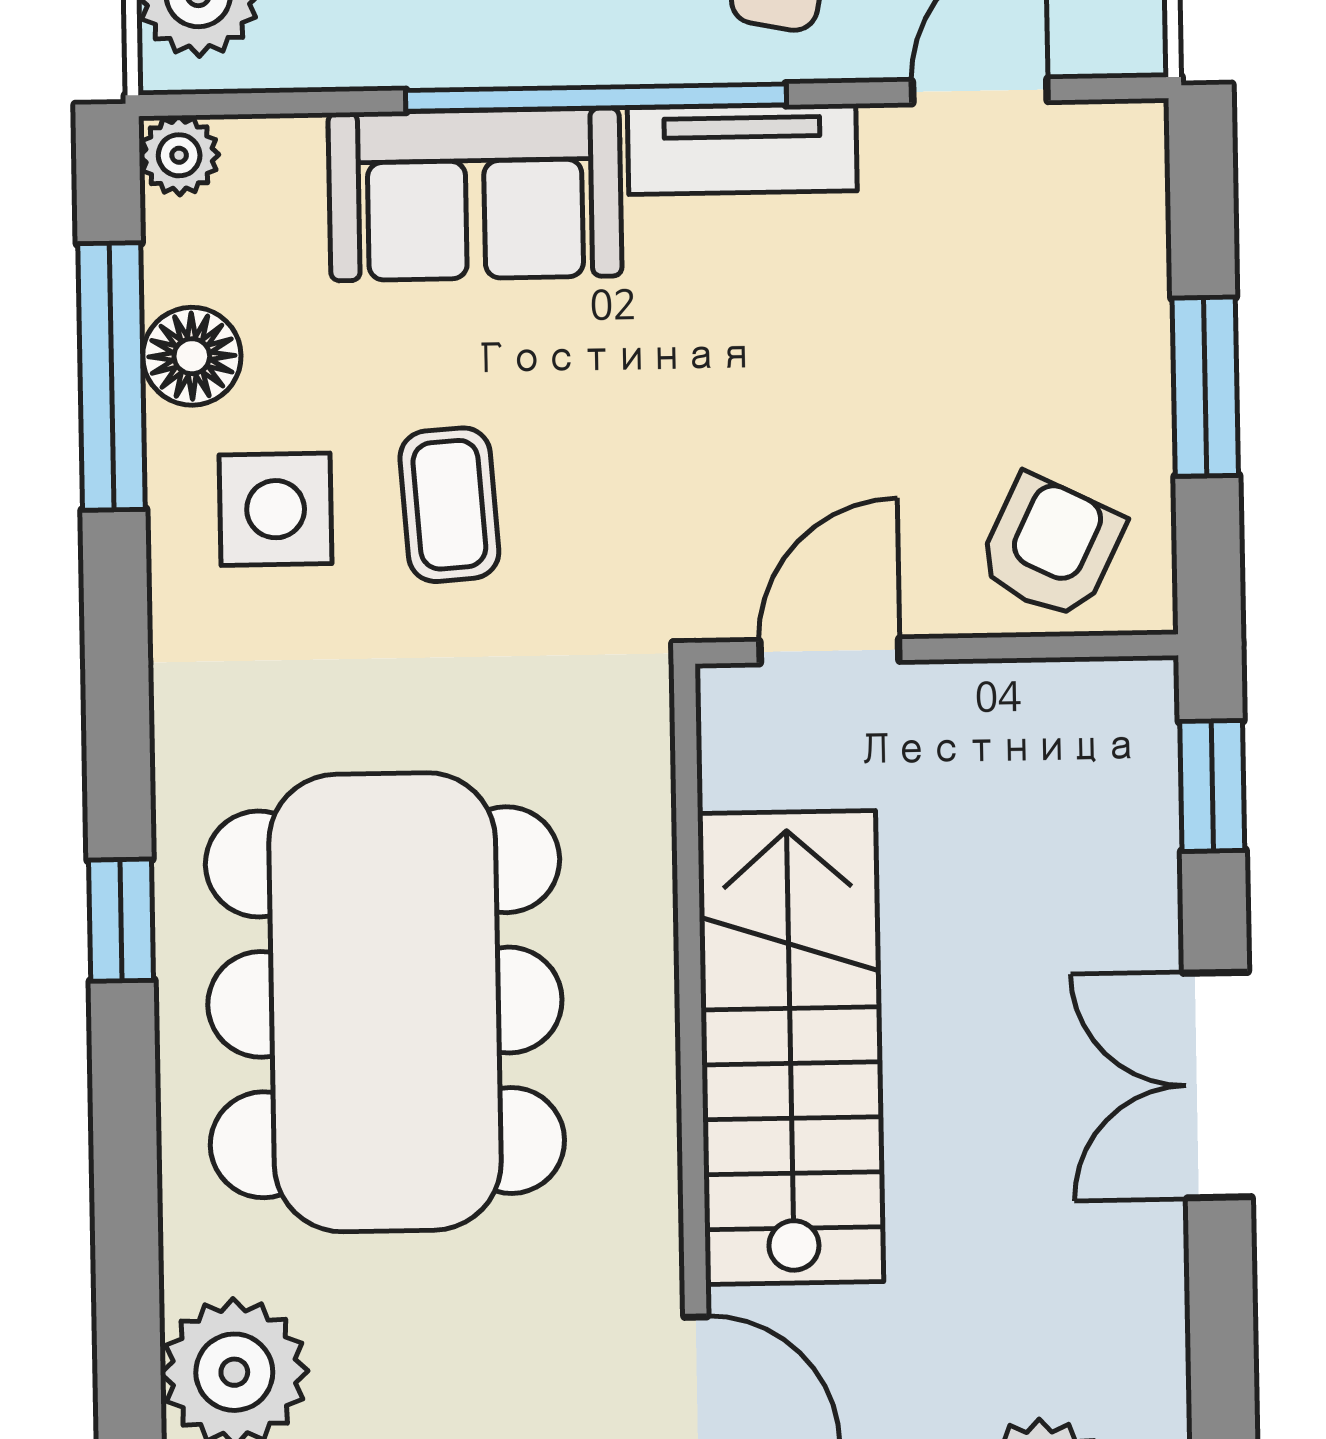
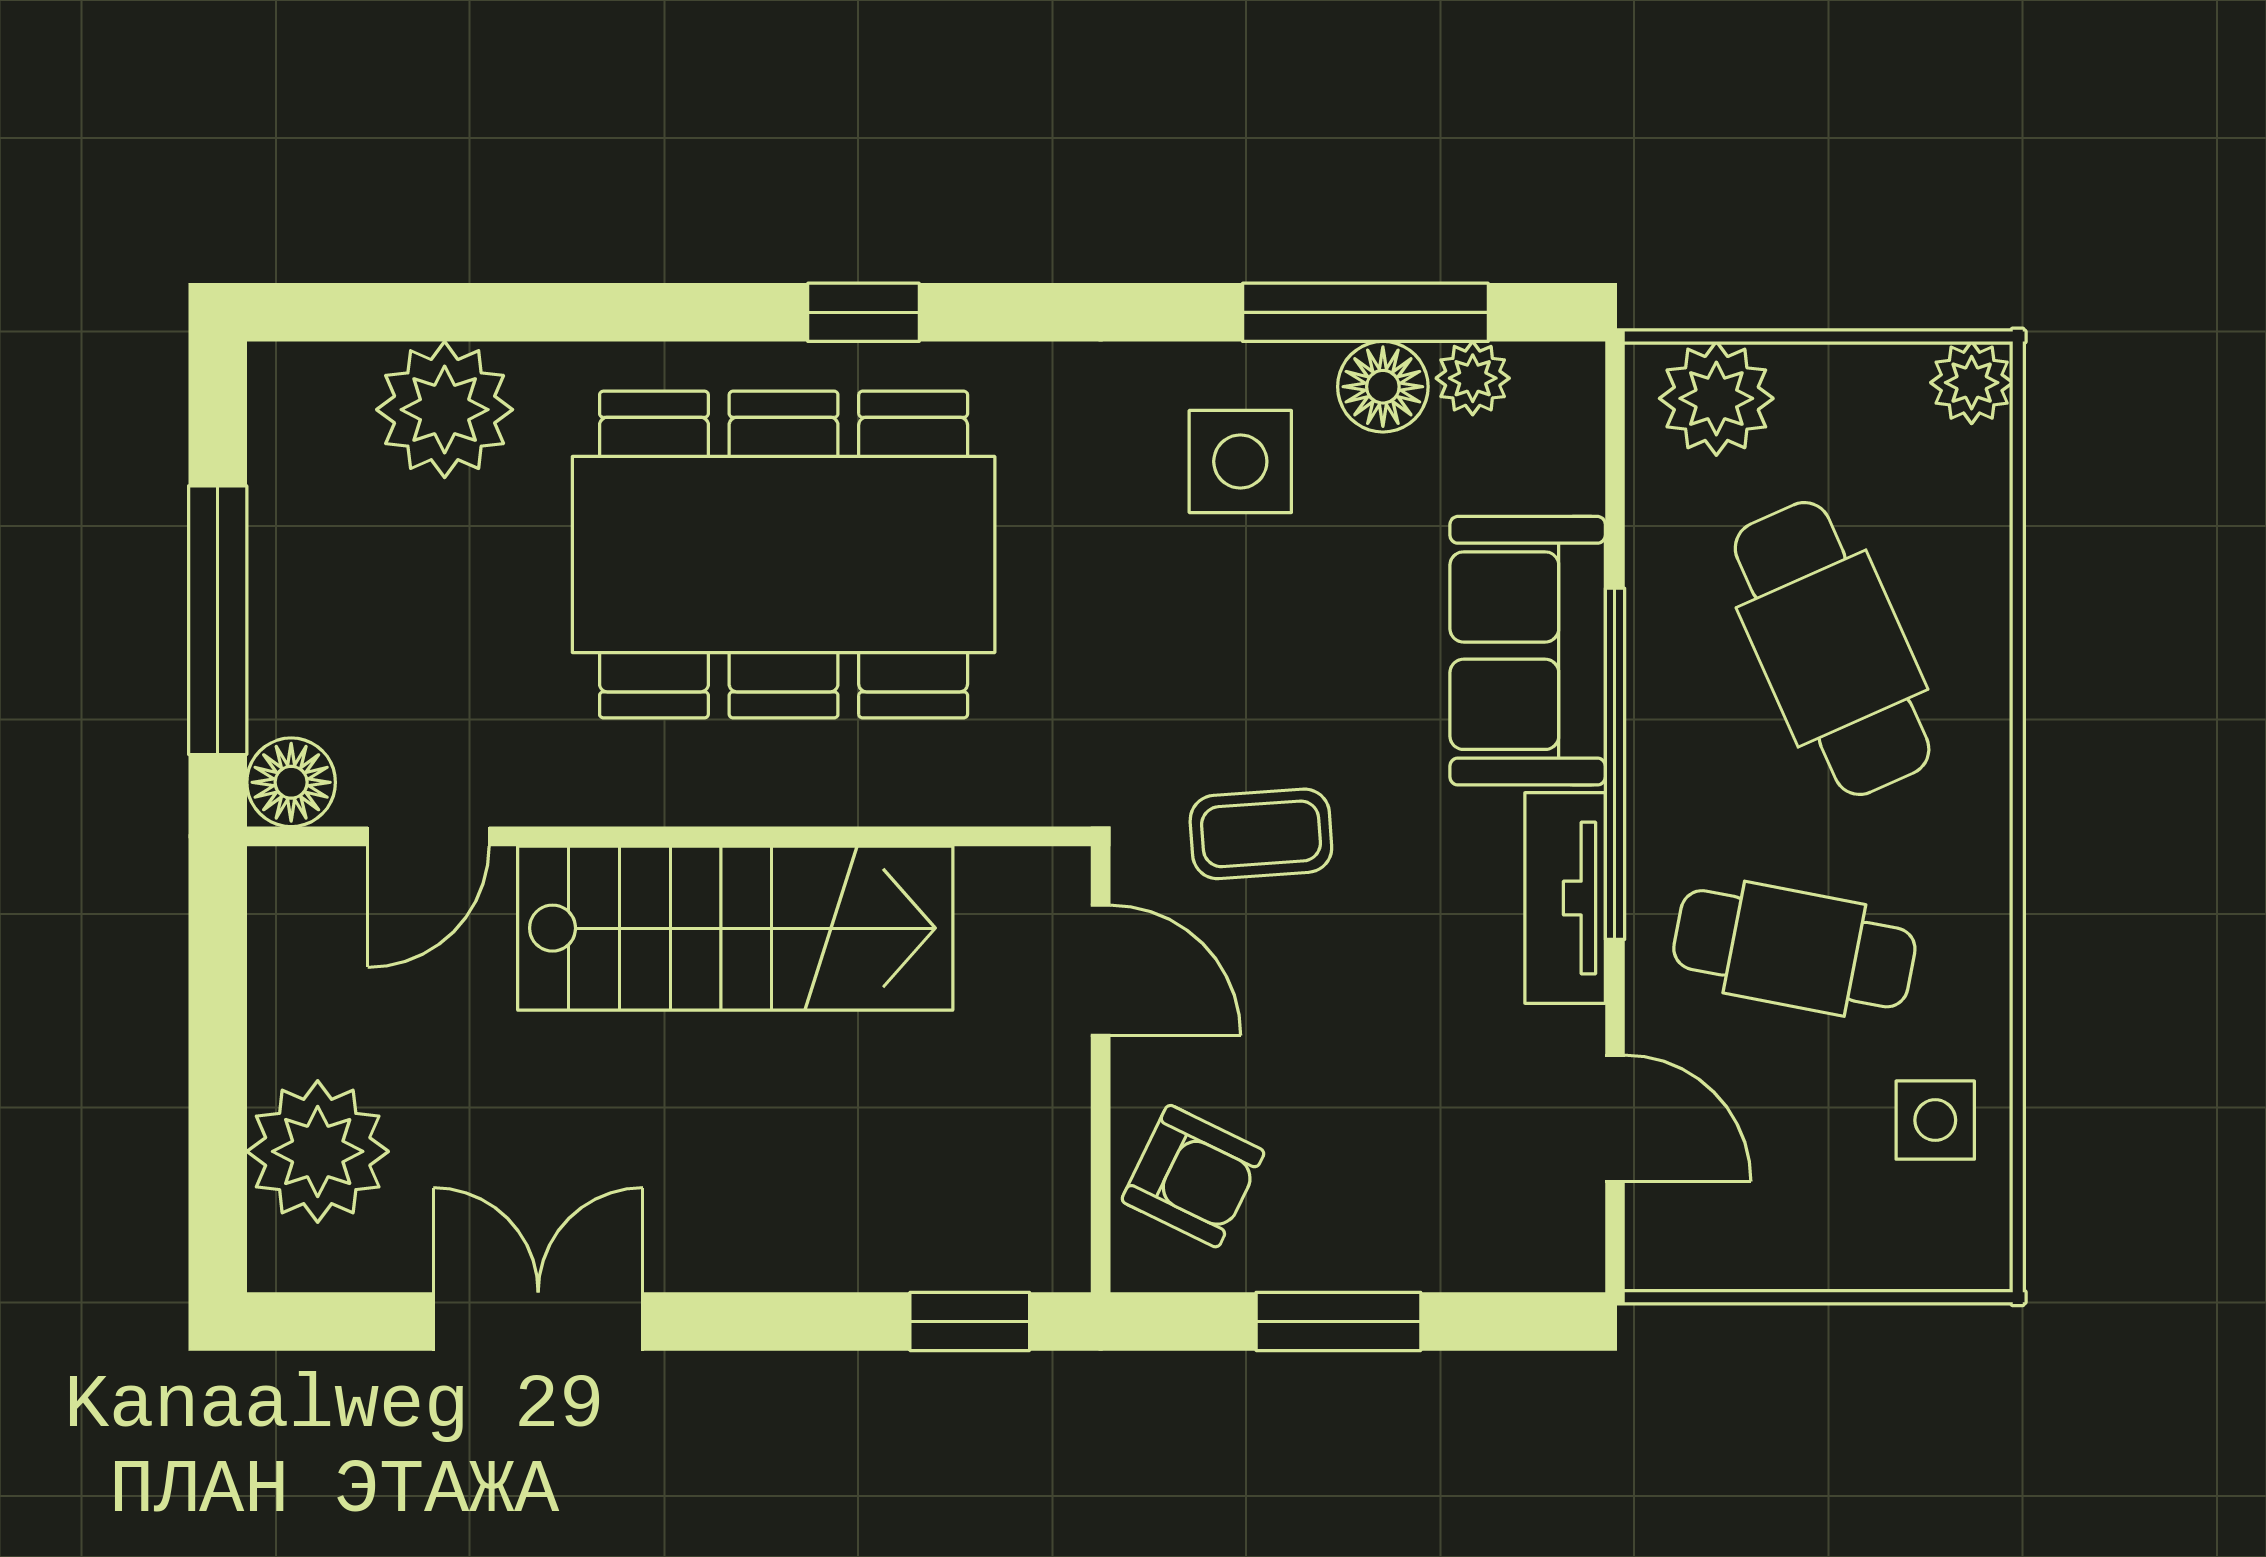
plant: (179, 155) -> (1473, 378), moved
coffee table: (449, 505) -> (1261, 834), moved
double door: (1217, 1085) -> (538, 1321), moved

